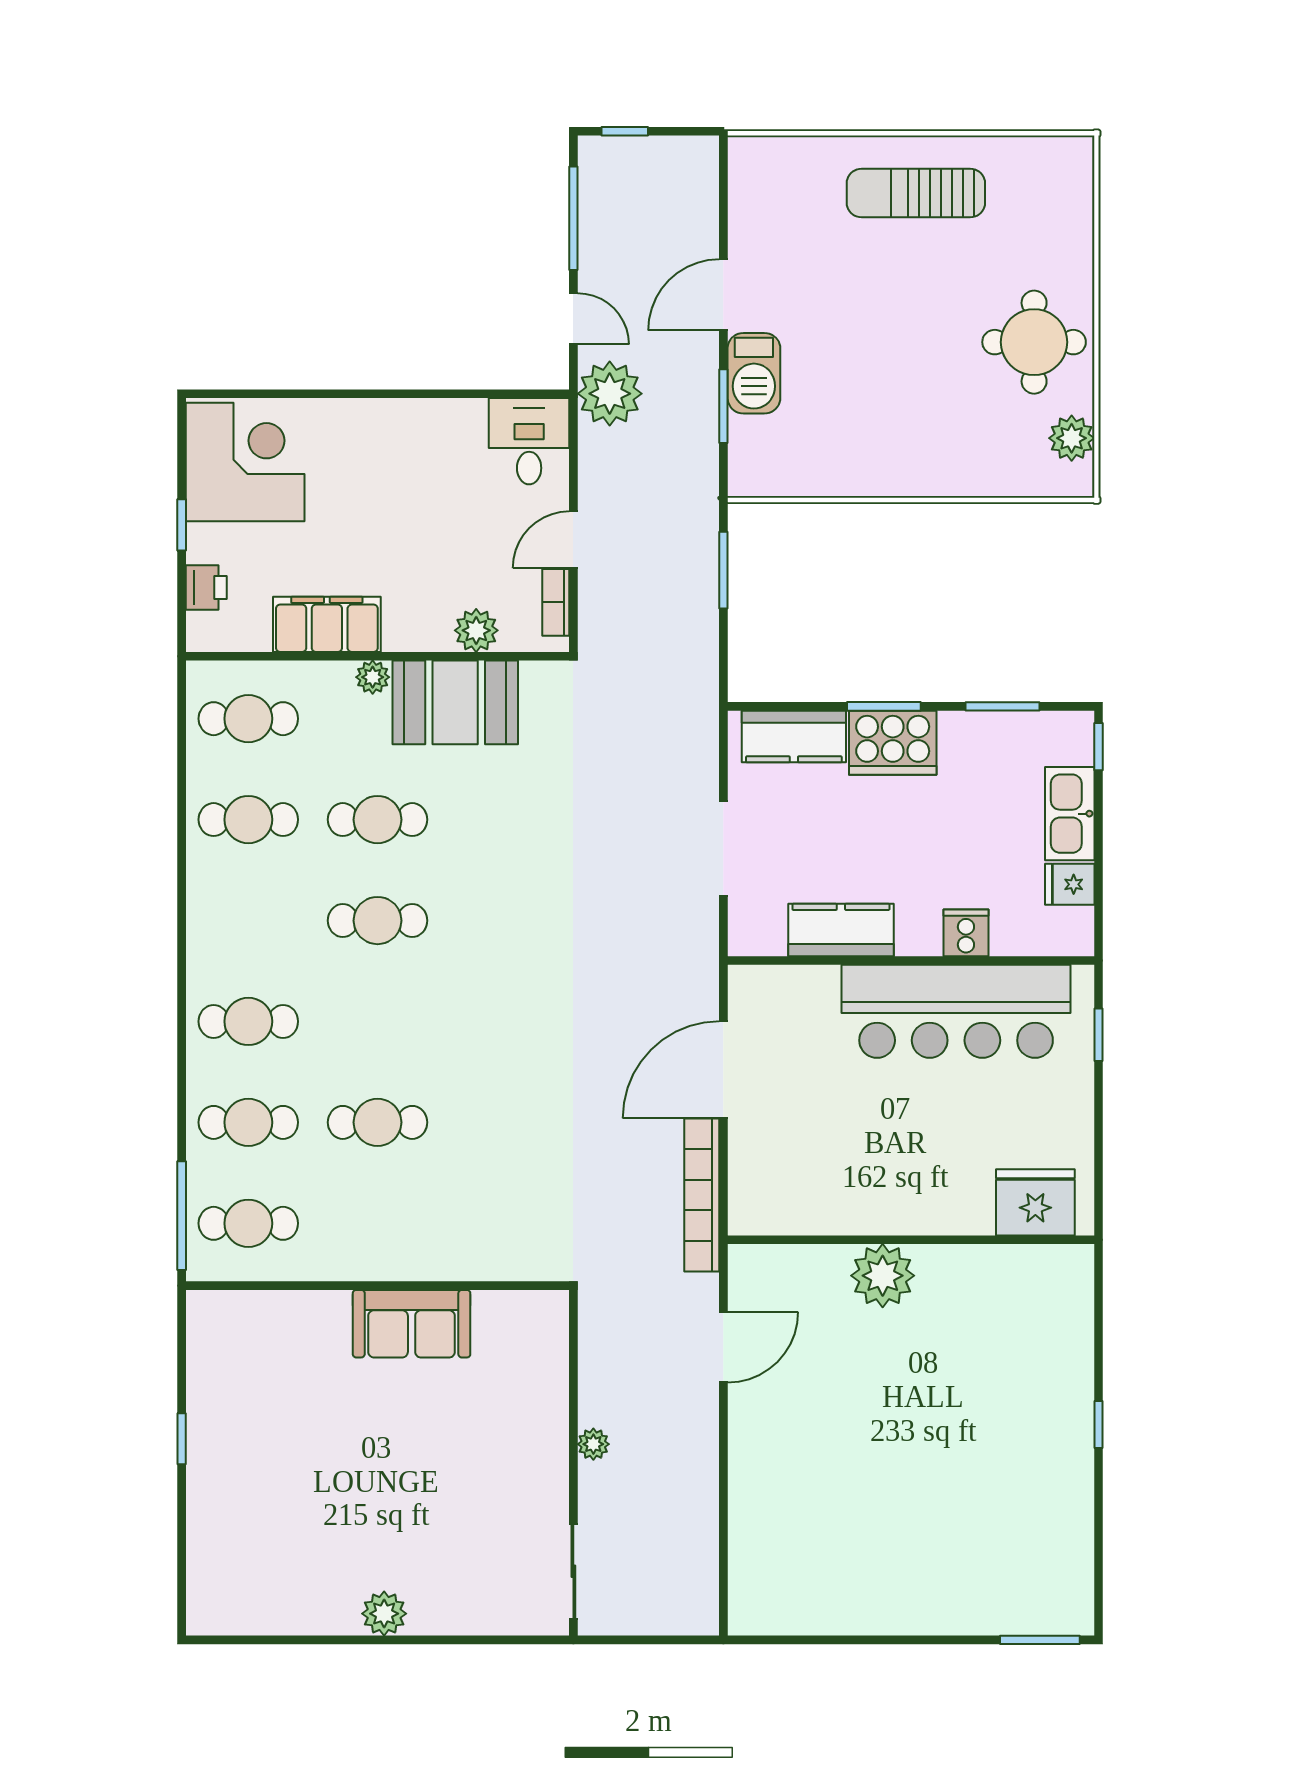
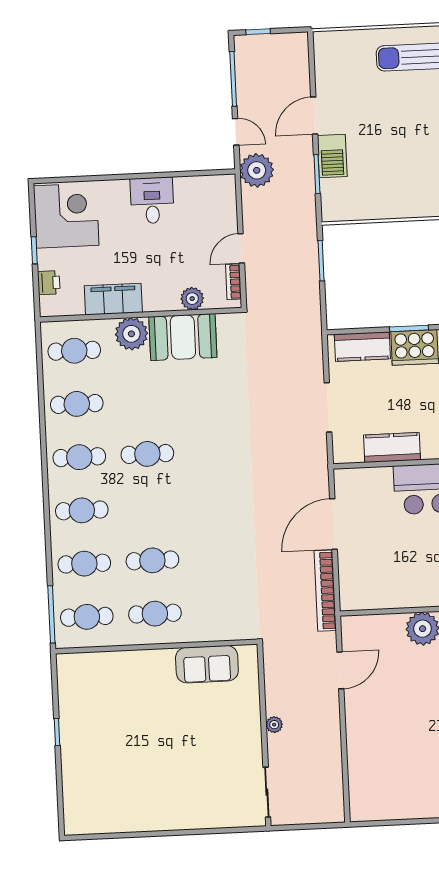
desk: (529, 441) -> (152, 200), moved
plant: (373, 677) -> (131, 334), width x1.87, depth x1.87
cafe table: (378, 820) -> (79, 457), moved
cafe table: (378, 1223) -> (155, 614), added
sofa: (412, 1324) -> (207, 664), moved
plant: (384, 1614) -> (168, 819), removed

